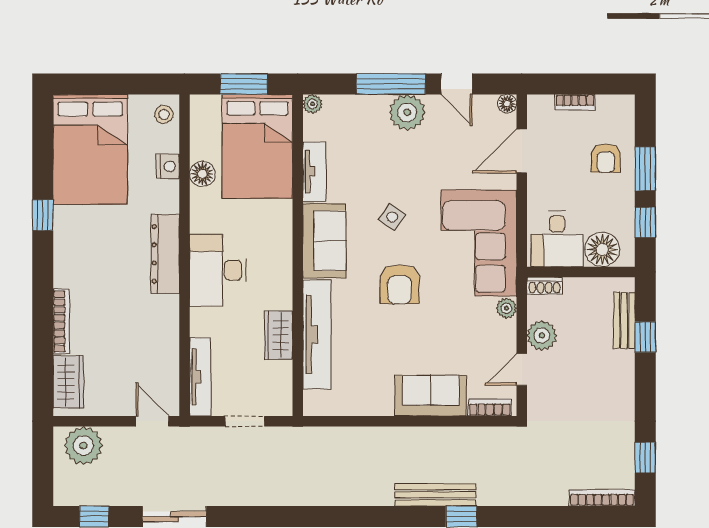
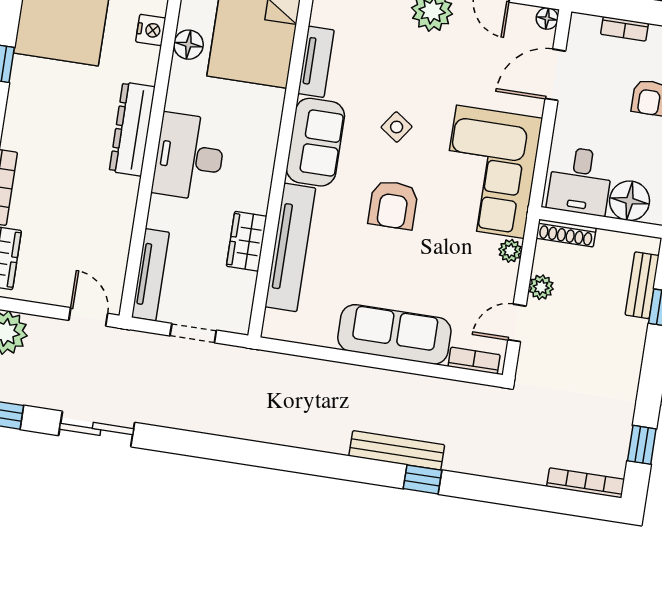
shoe rack: (544, 286) -> (566, 233), width x1.43
plant: (542, 335) -> (541, 287), width x0.73, depth x0.73
sofa: (431, 396) -> (394, 334), width x1.36

